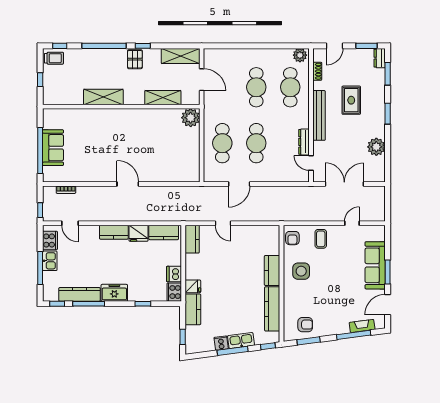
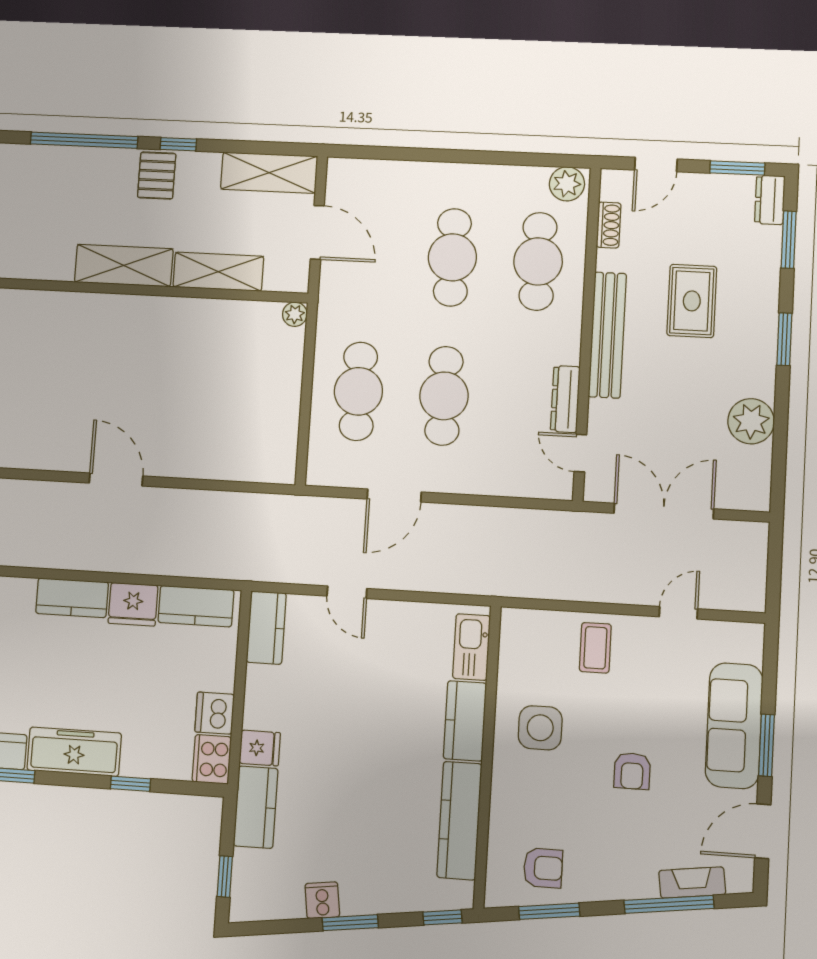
shelving: (103, 97) -> (124, 265), moved
plant: (191, 118) -> (295, 314), width x0.53, depth x0.53
armchair: (292, 238) -> (632, 771), moved
freezer: (114, 293) -> (74, 752), width x1.40
kitchen sink: (241, 341) -> (472, 647), moved, turned -82
window: (233, 351) -> (350, 923), width x0.69

